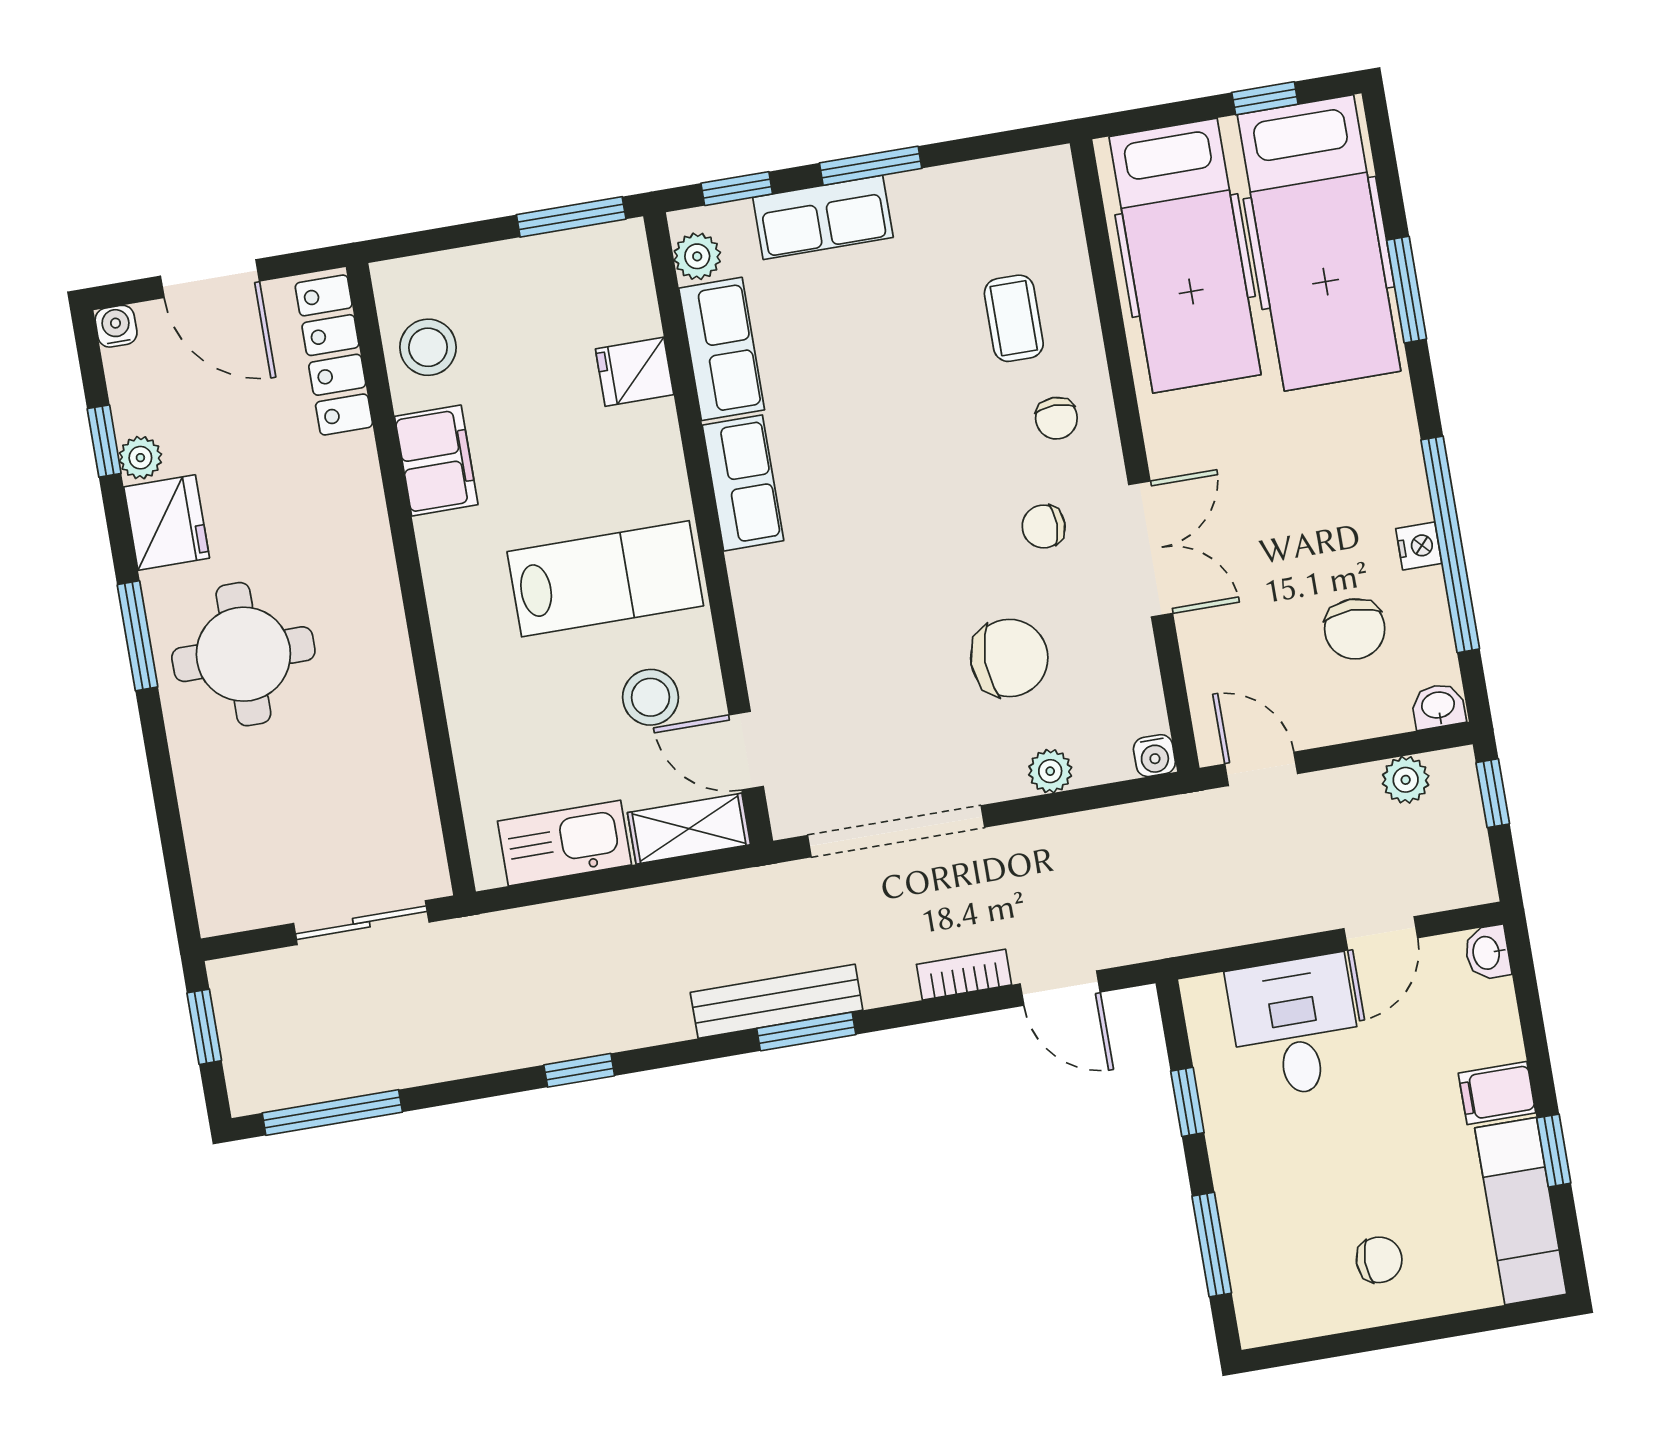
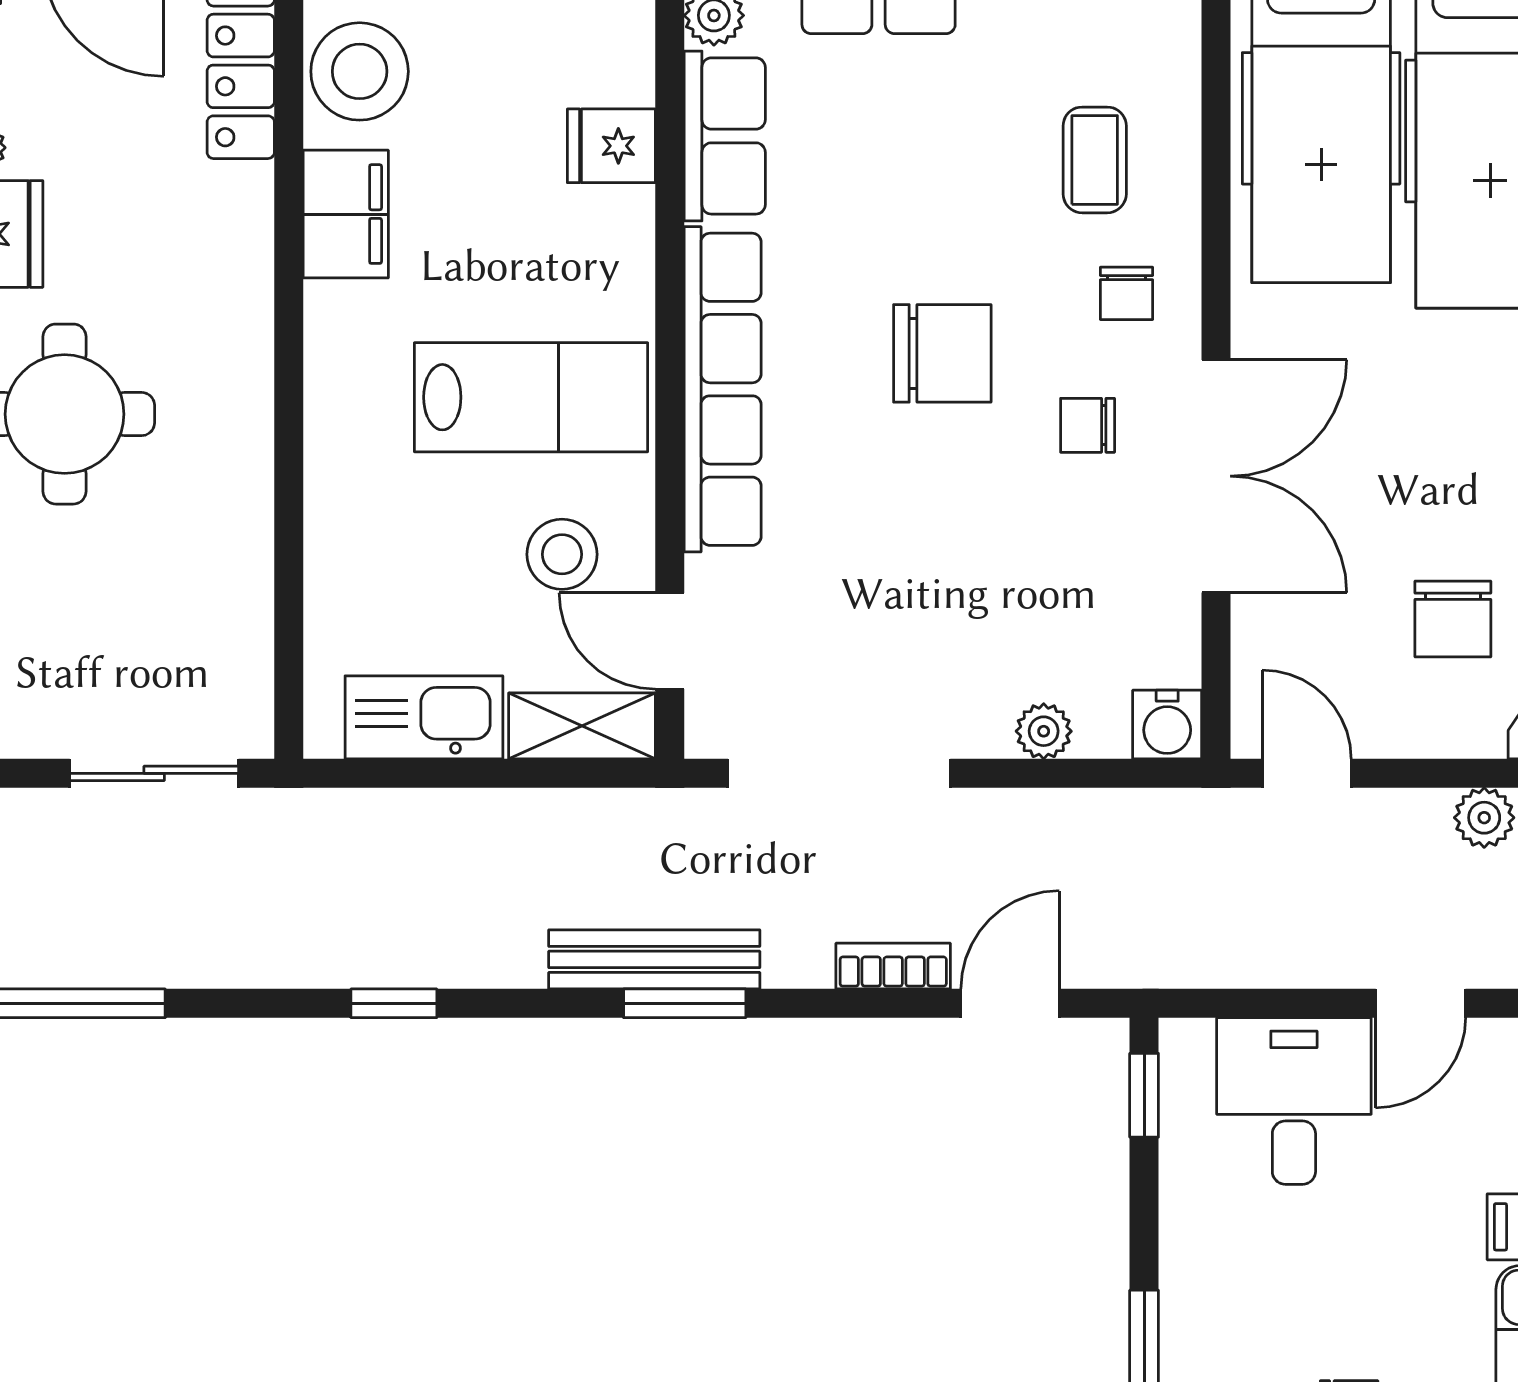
stool: (428, 347) -> (360, 71), width x1.38, depth x1.38
row of seats: (743, 483) -> (723, 389), width x2.02
double door: (1151, 549) -> (1216, 476), width x1.37
chair: (1009, 658) -> (942, 353), moved
water cooler: (1154, 756) -> (1167, 725), width x1.38, depth x1.38
door: (1060, 988) -> (1010, 1003), swing flipped
window: (1187, 1102) -> (1144, 1095), moved

